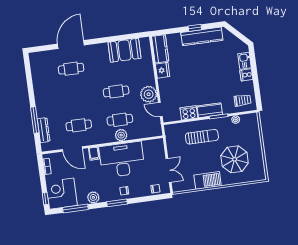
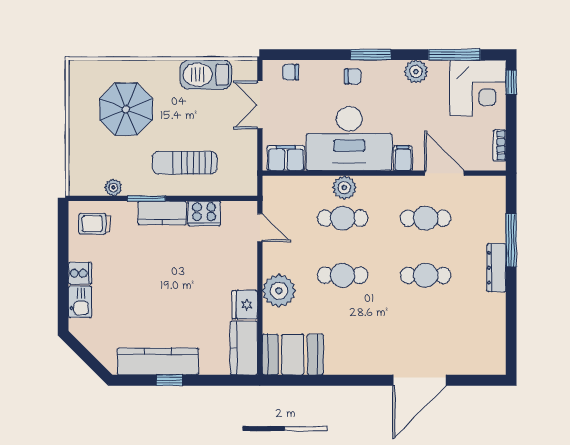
booth: (124, 50) -> (293, 355), moved
cafe table: (71, 69) -> (426, 275), moved
plant: (149, 94) -> (279, 291), moved
dresser: (44, 130) -> (496, 268), moved
filing cabinet: (152, 146) -> (286, 158), added
barbecue: (208, 180) -> (206, 75), moved

